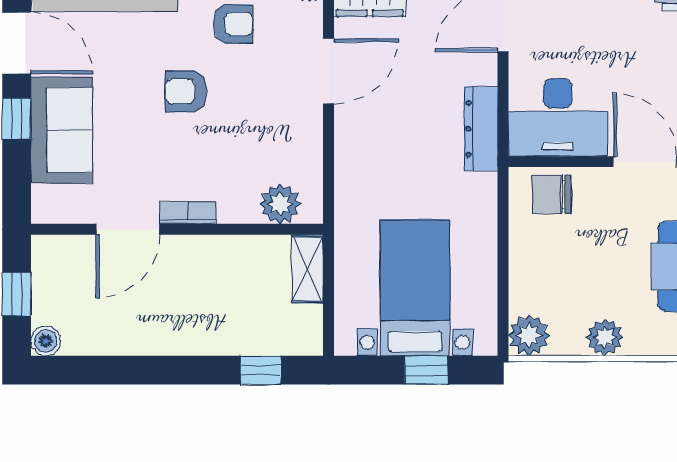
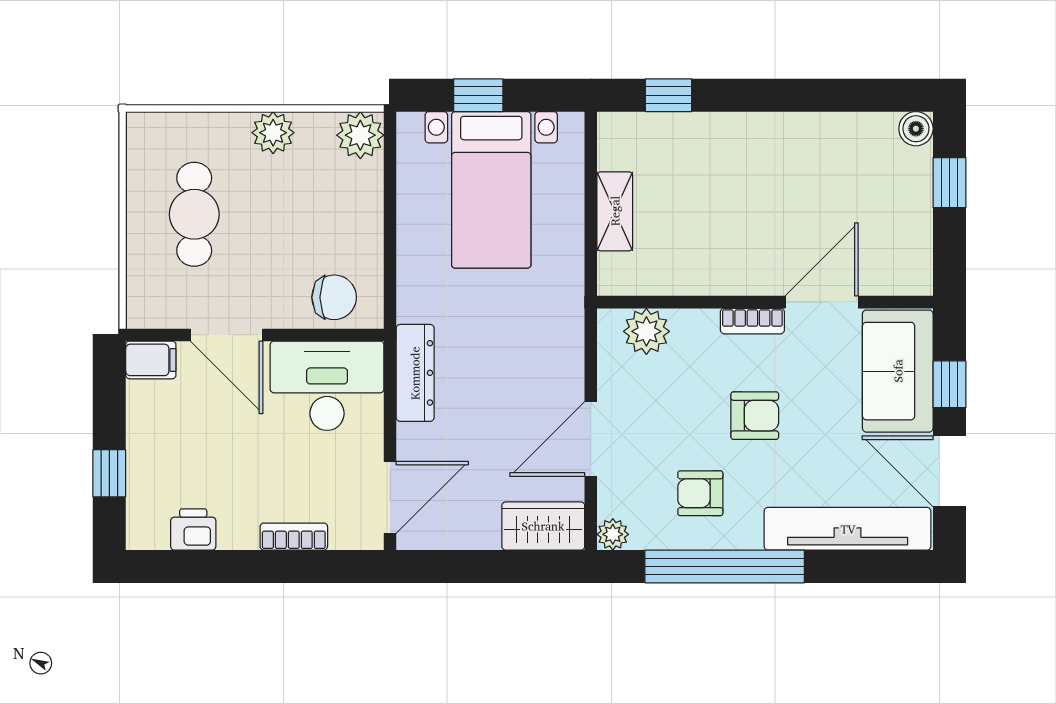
plant: (280, 204) -> (646, 331), moved
bookcase: (188, 213) -> (752, 321), moved
door: (128, 229) -> (822, 302), moved
wall: (177, 229) -> (765, 302), moved

